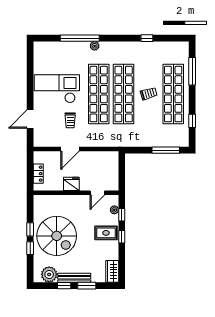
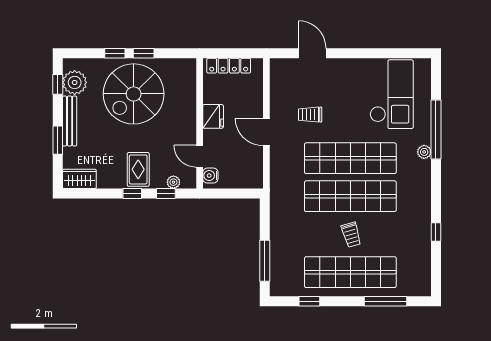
checkout: (57, 89) -> (392, 94), moved
door: (70, 149) -> (266, 132), moved
locker: (38, 174) -> (229, 66), width x1.53
water cooler: (110, 186) -> (210, 176), added
window: (64, 286) -> (58, 84), moved

